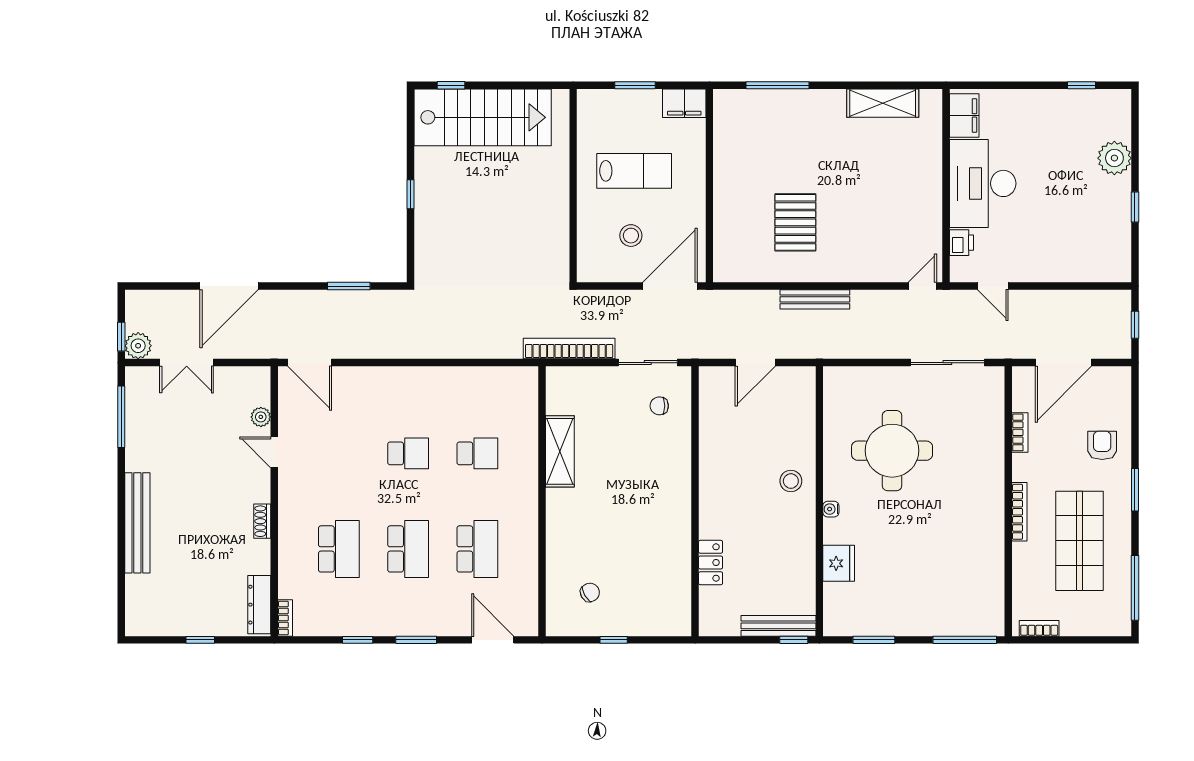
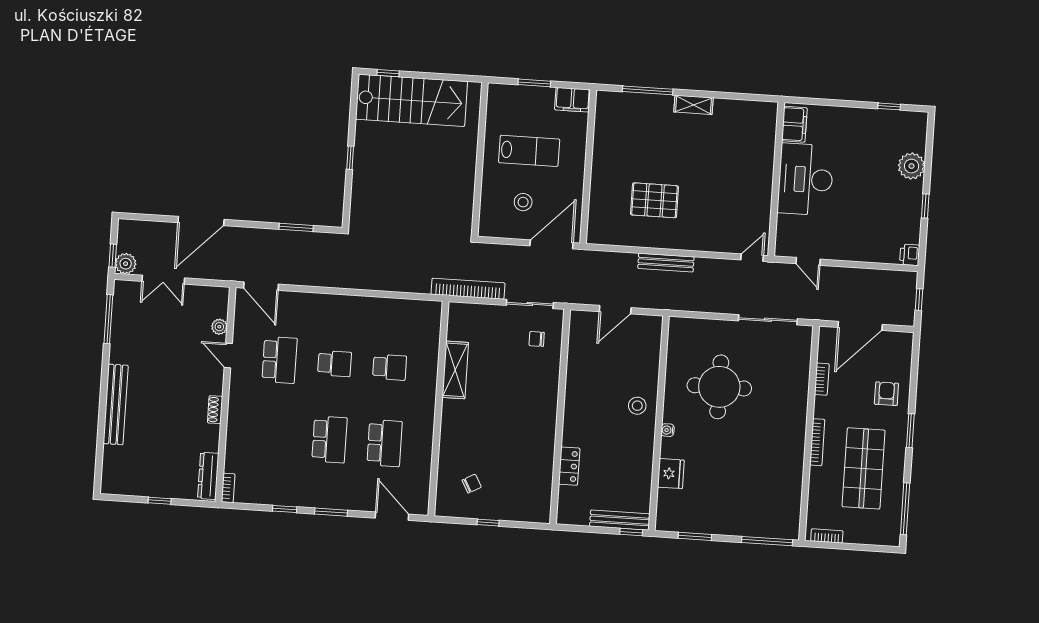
shelving: (883, 103) -> (693, 105), moved, width x0.67, depth x0.75
pallet: (795, 222) -> (655, 200), turned 90
printer: (962, 243) -> (910, 255), moved, turned 180
school desk: (339, 549) -> (280, 360), moved

